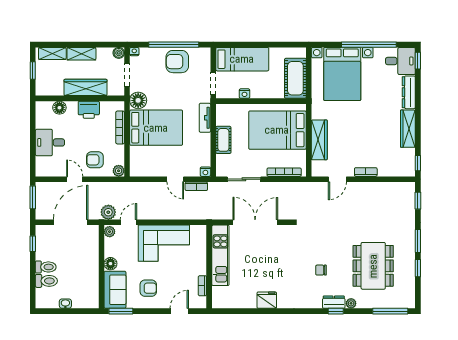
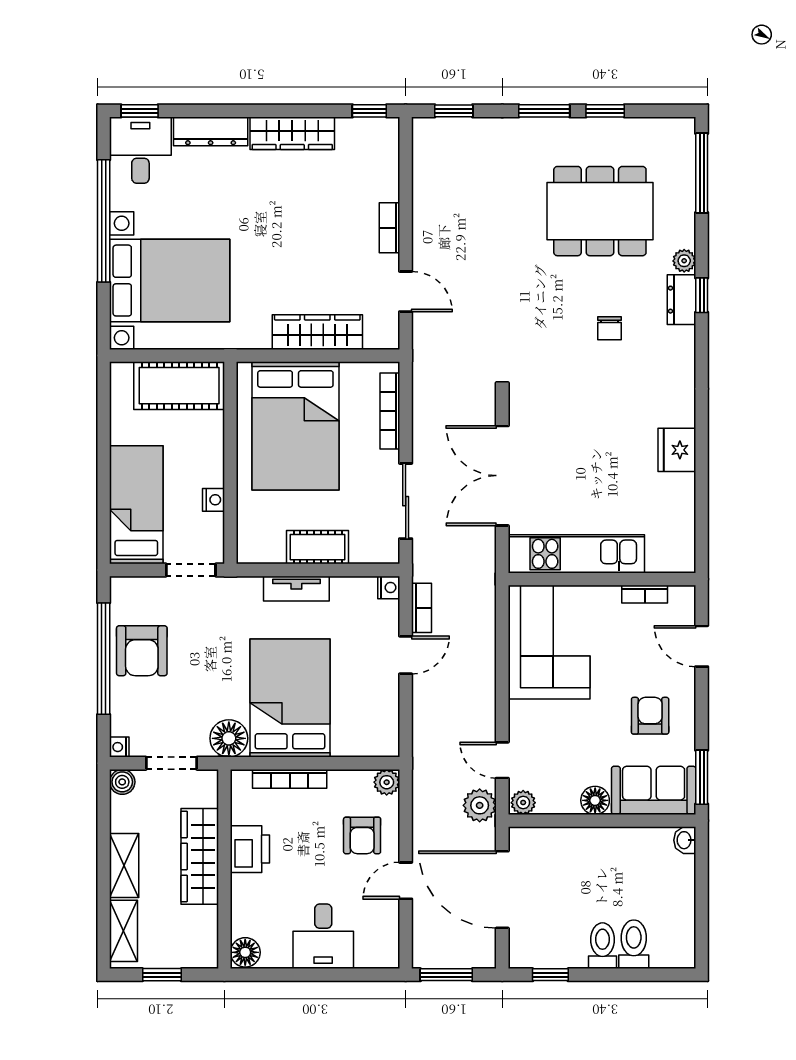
floor lamp: (59, 108) -> (245, 952), moved
tv unit: (205, 118) -> (296, 589), moved
corner sofa: (164, 243) -> (549, 642), moved
washbasin: (65, 304) -> (685, 840), moved

